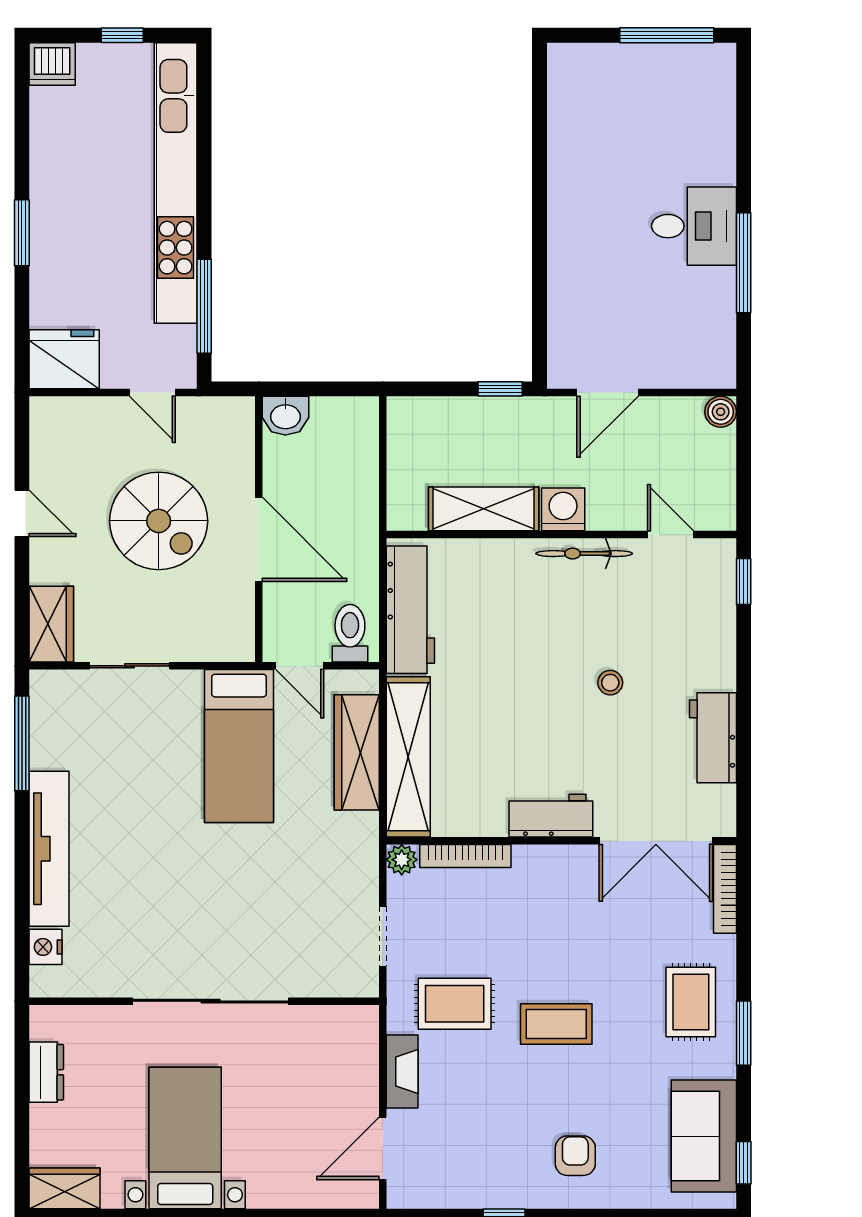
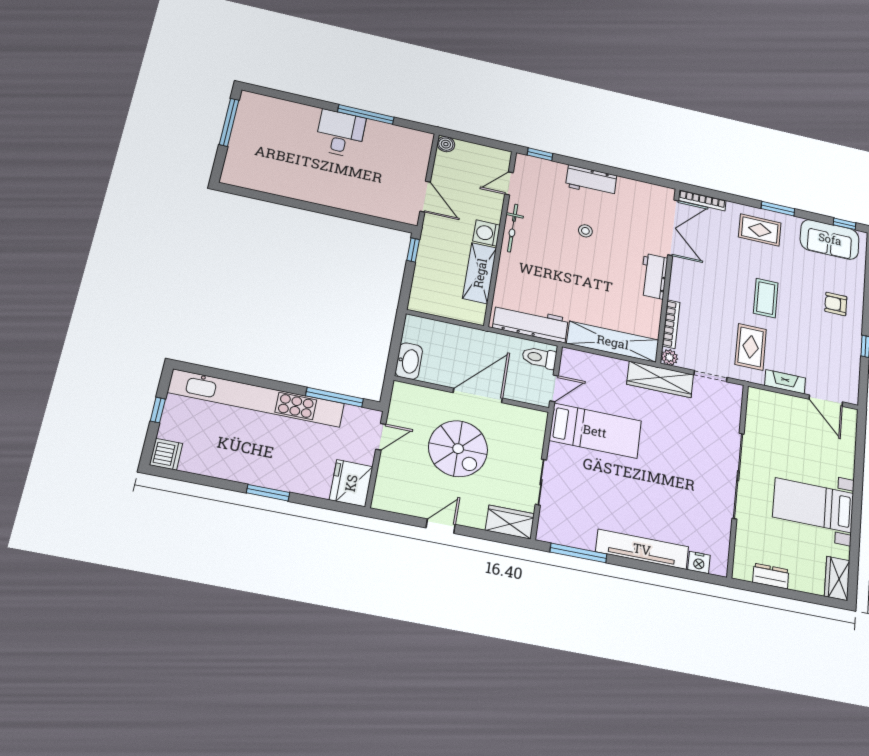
washbasin: (285, 416) -> (409, 361), width x1.38
spiral stairs: (159, 521) -> (458, 449), turned 90
workbench: (713, 738) -> (591, 181), moved
wardrobe: (357, 752) -> (660, 379), moved

